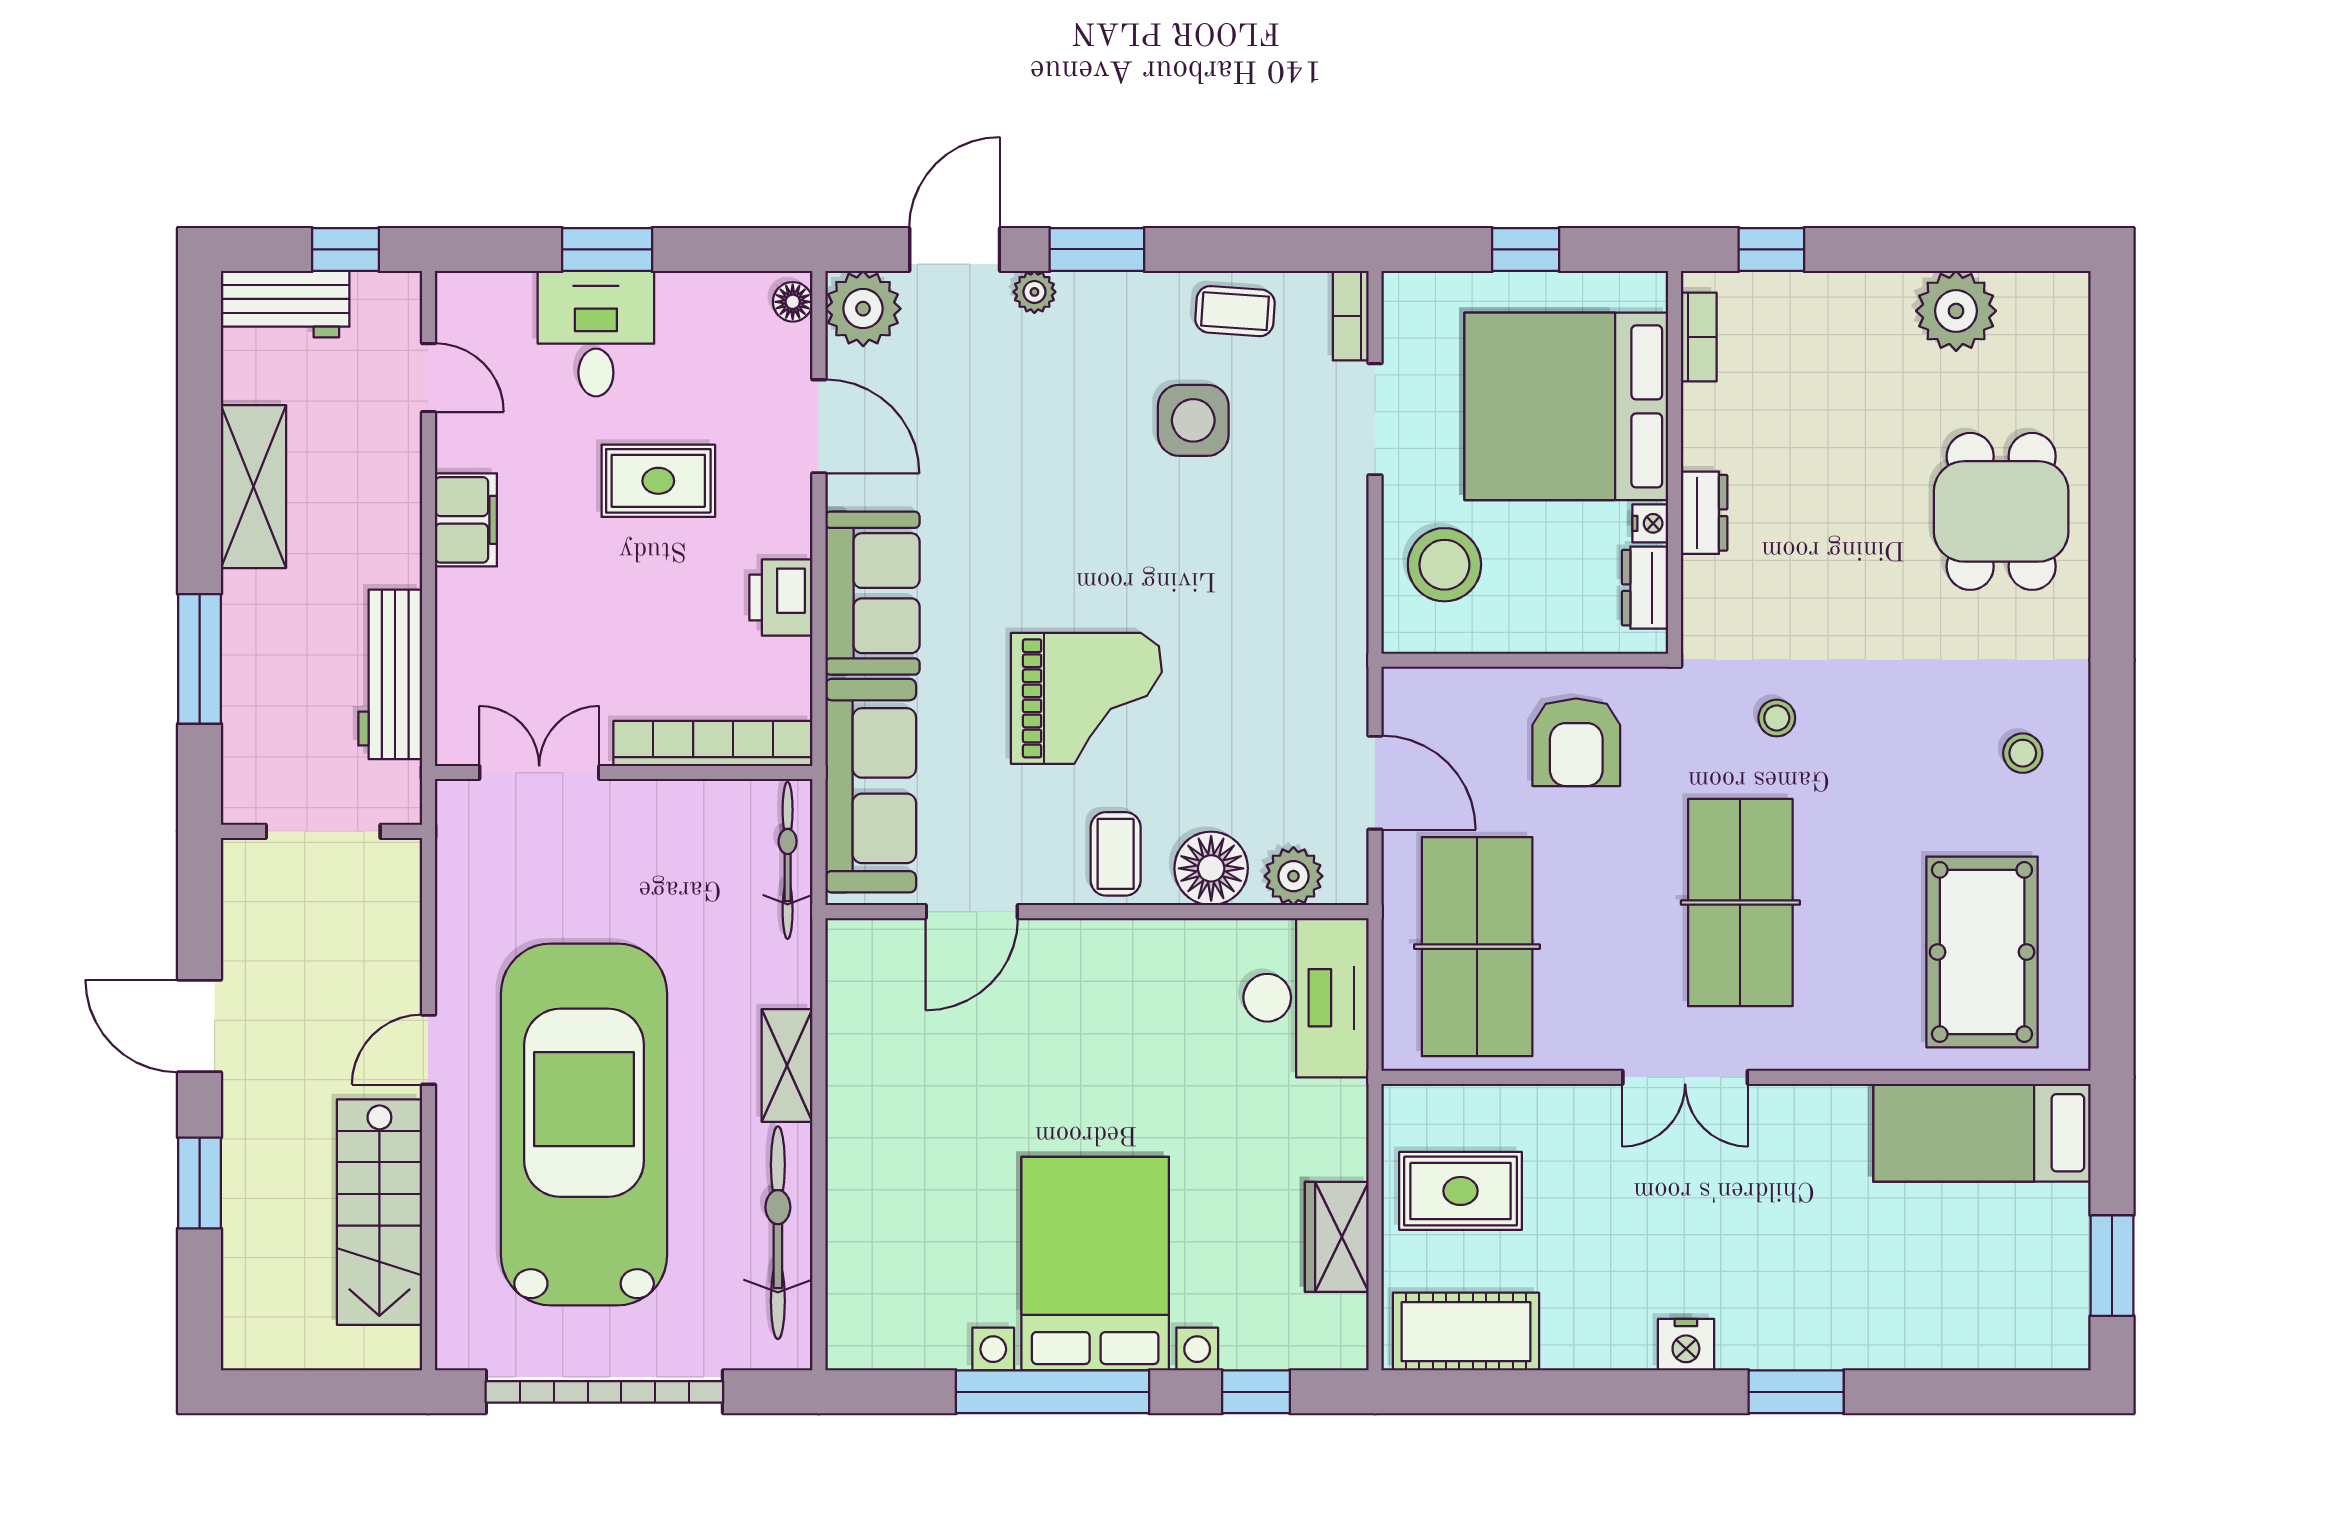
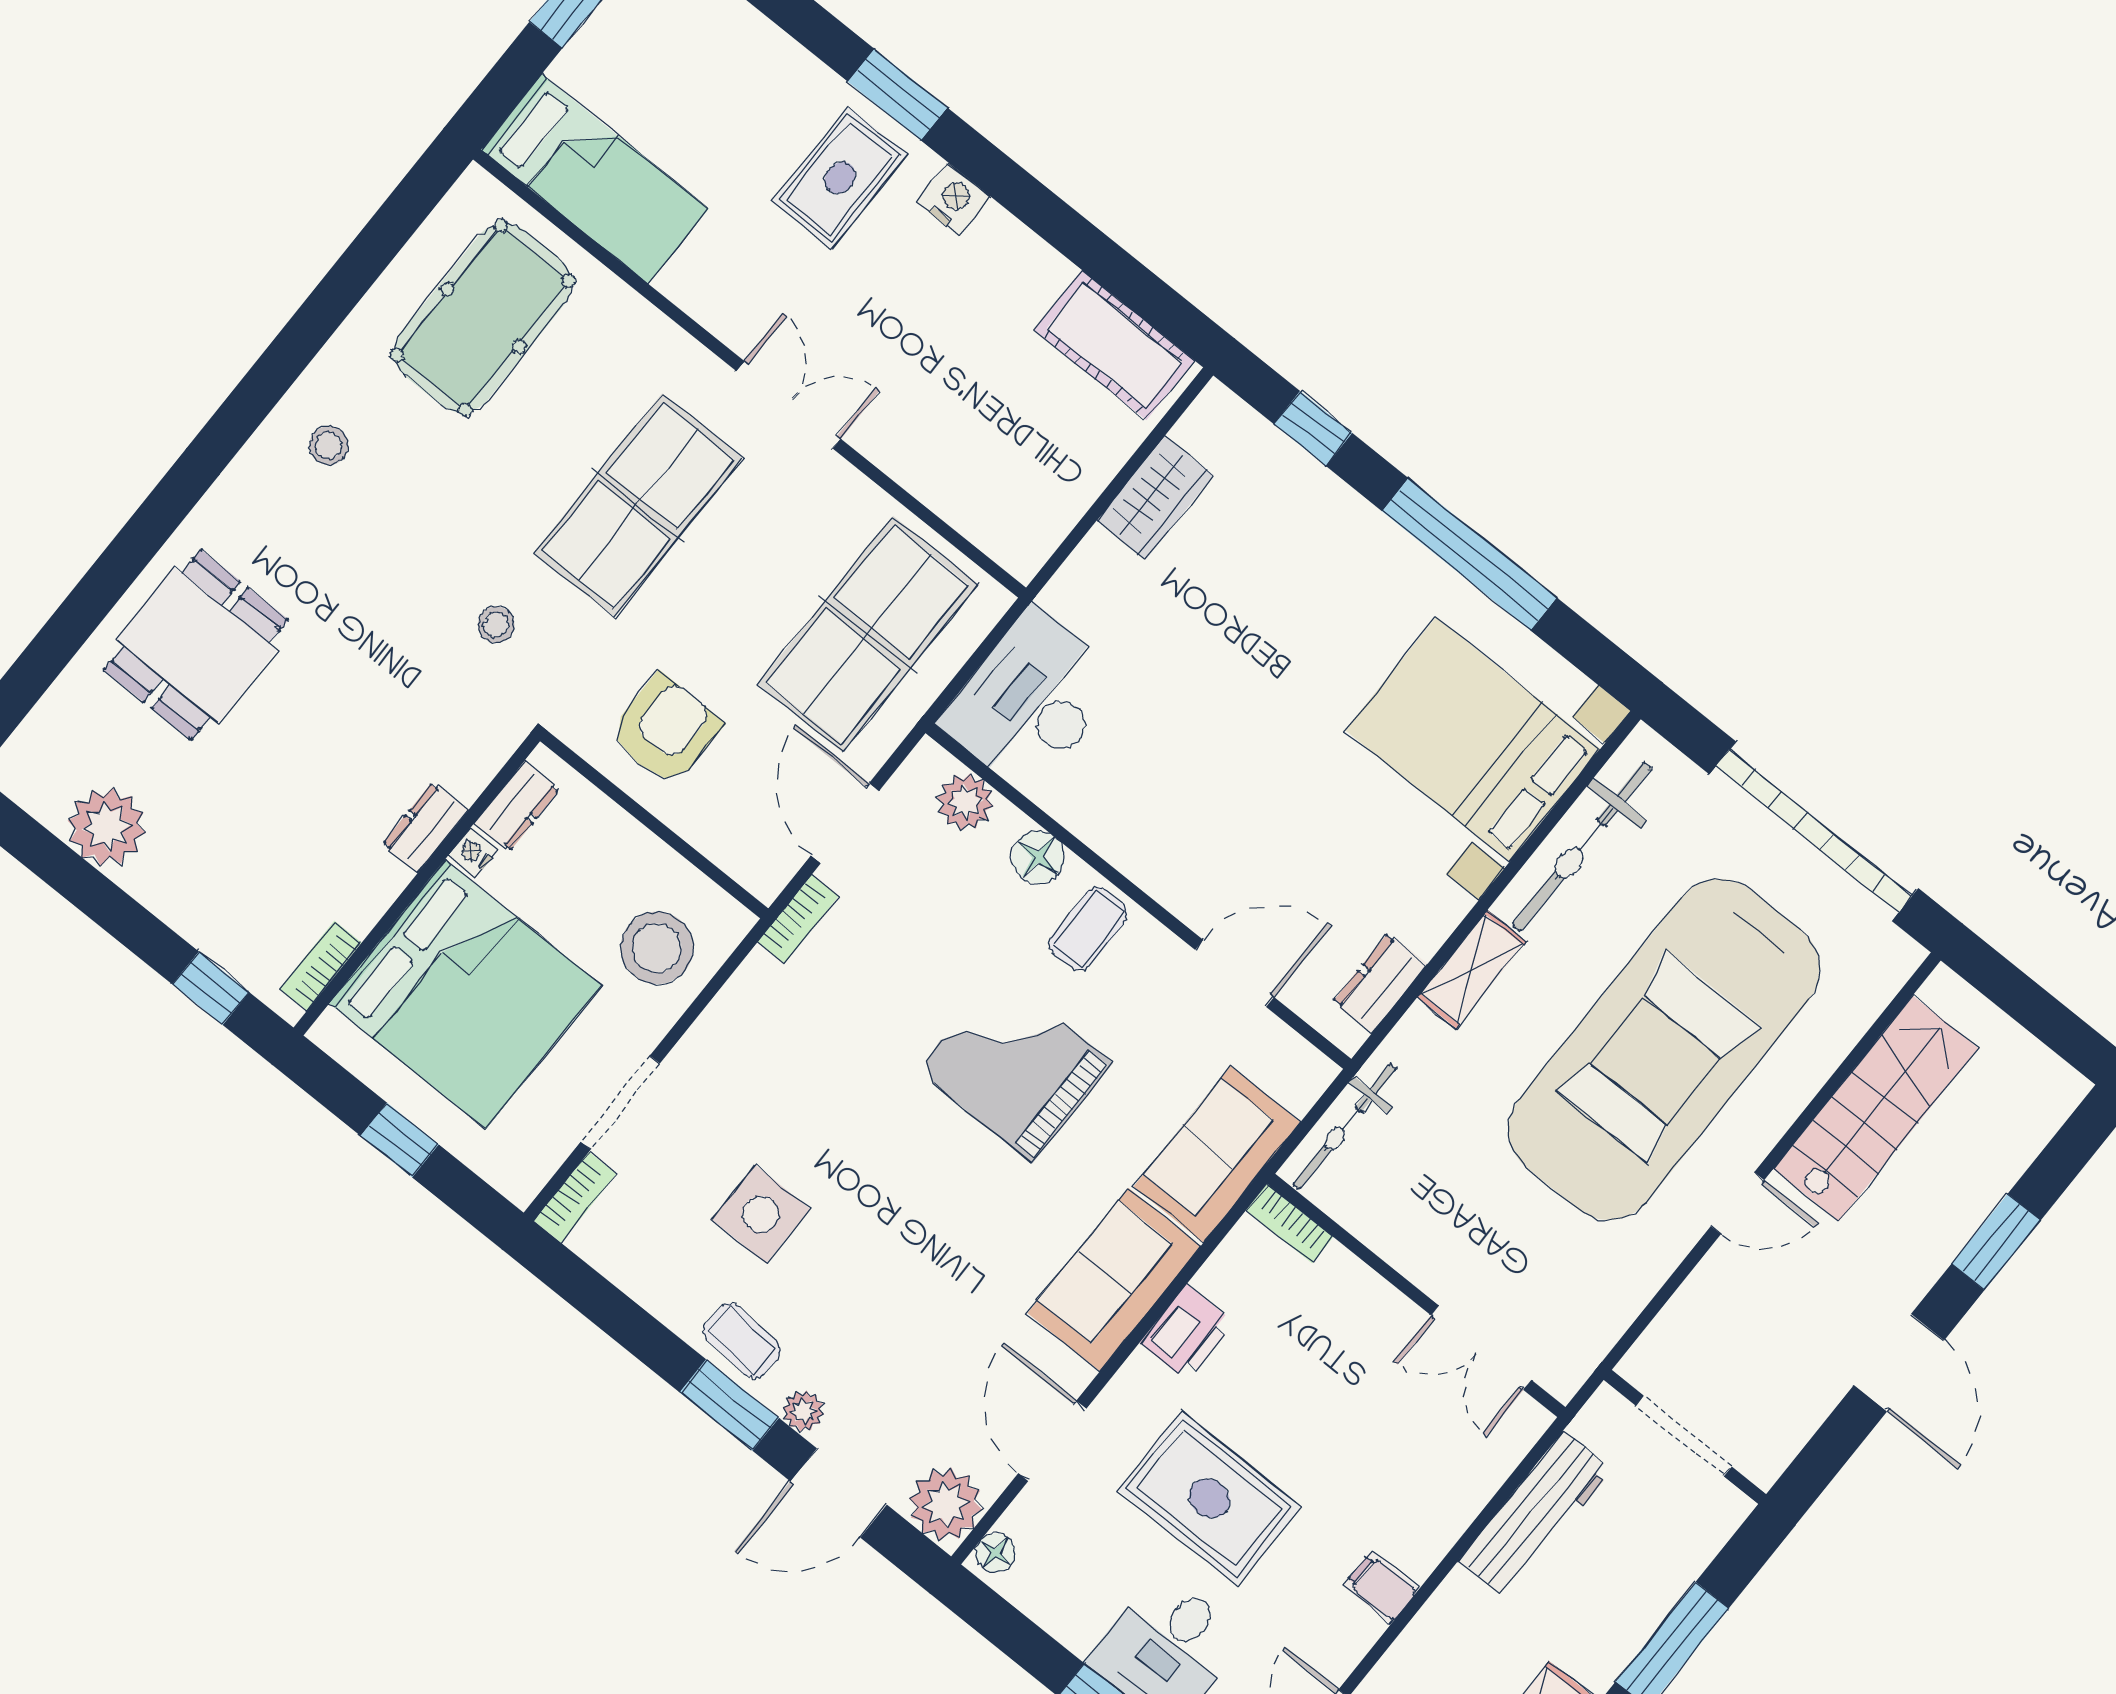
coffee table: (1235, 311) -> (742, 1341), moved
rug: (658, 481) -> (1209, 1498), width x1.36, depth x1.43
filing cabinet: (466, 520) -> (1381, 1587), width x0.50
bookcase: (1351, 677) -> (798, 919), added
bookcase: (713, 744) -> (1290, 1224), width x0.43, depth x0.76
sofa: (871, 786) -> (1217, 1154), width x0.73
floor lamp: (1211, 868) -> (1038, 857), width x0.73, depth x0.73
dresser: (851, 996) -> (1380, 983), added
rug: (1461, 1191) -> (840, 178), moved, turned 90
bed with nightstands: (1095, 1264) -> (1473, 740), moved, turned 90

